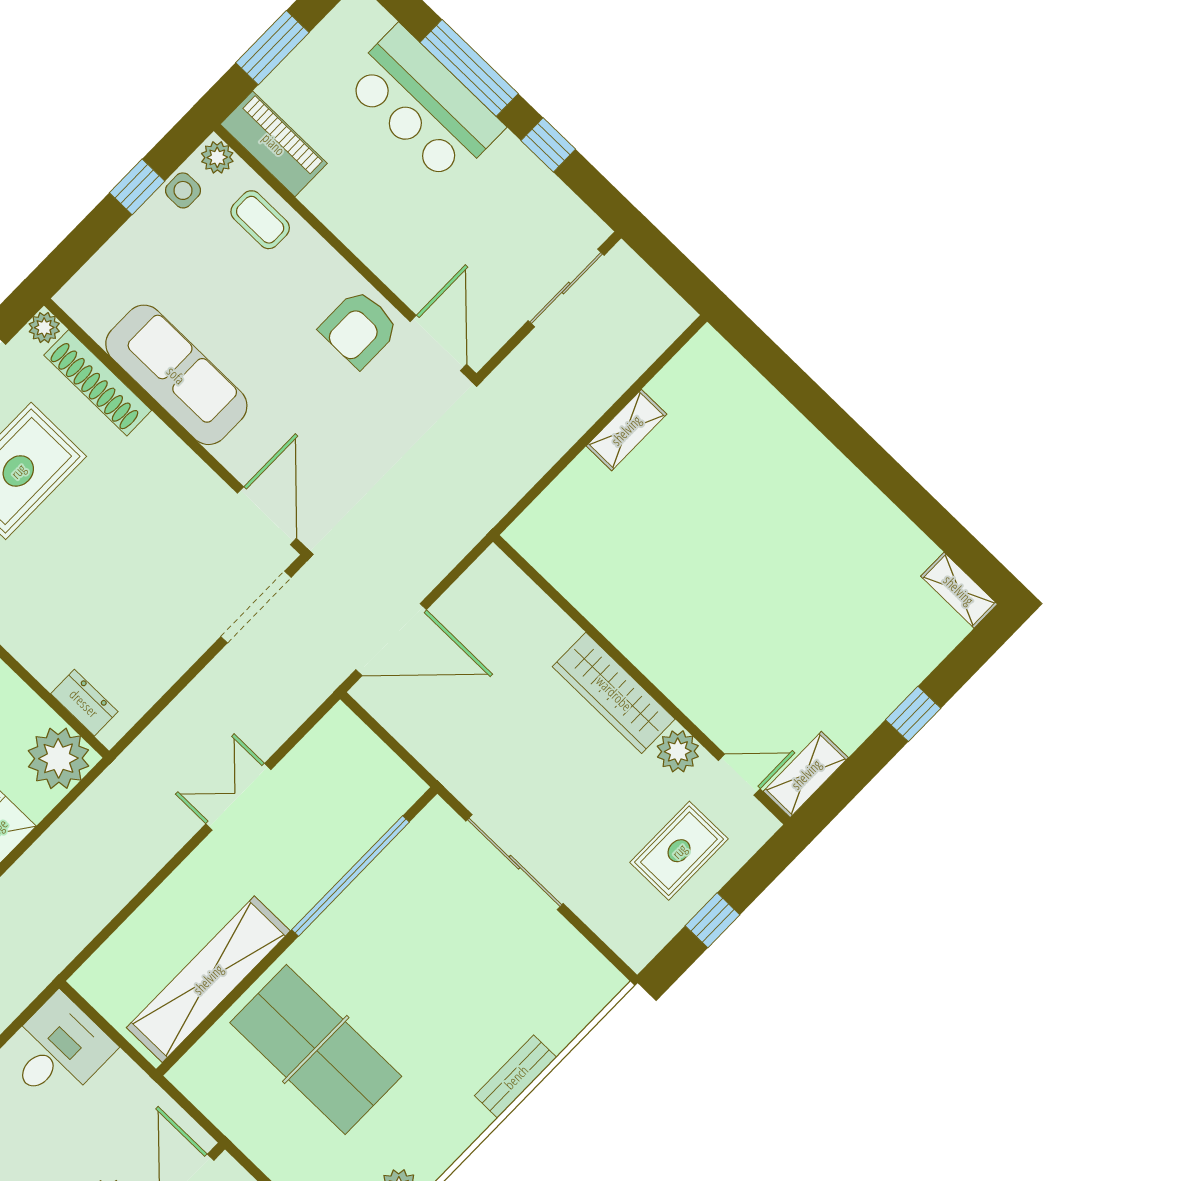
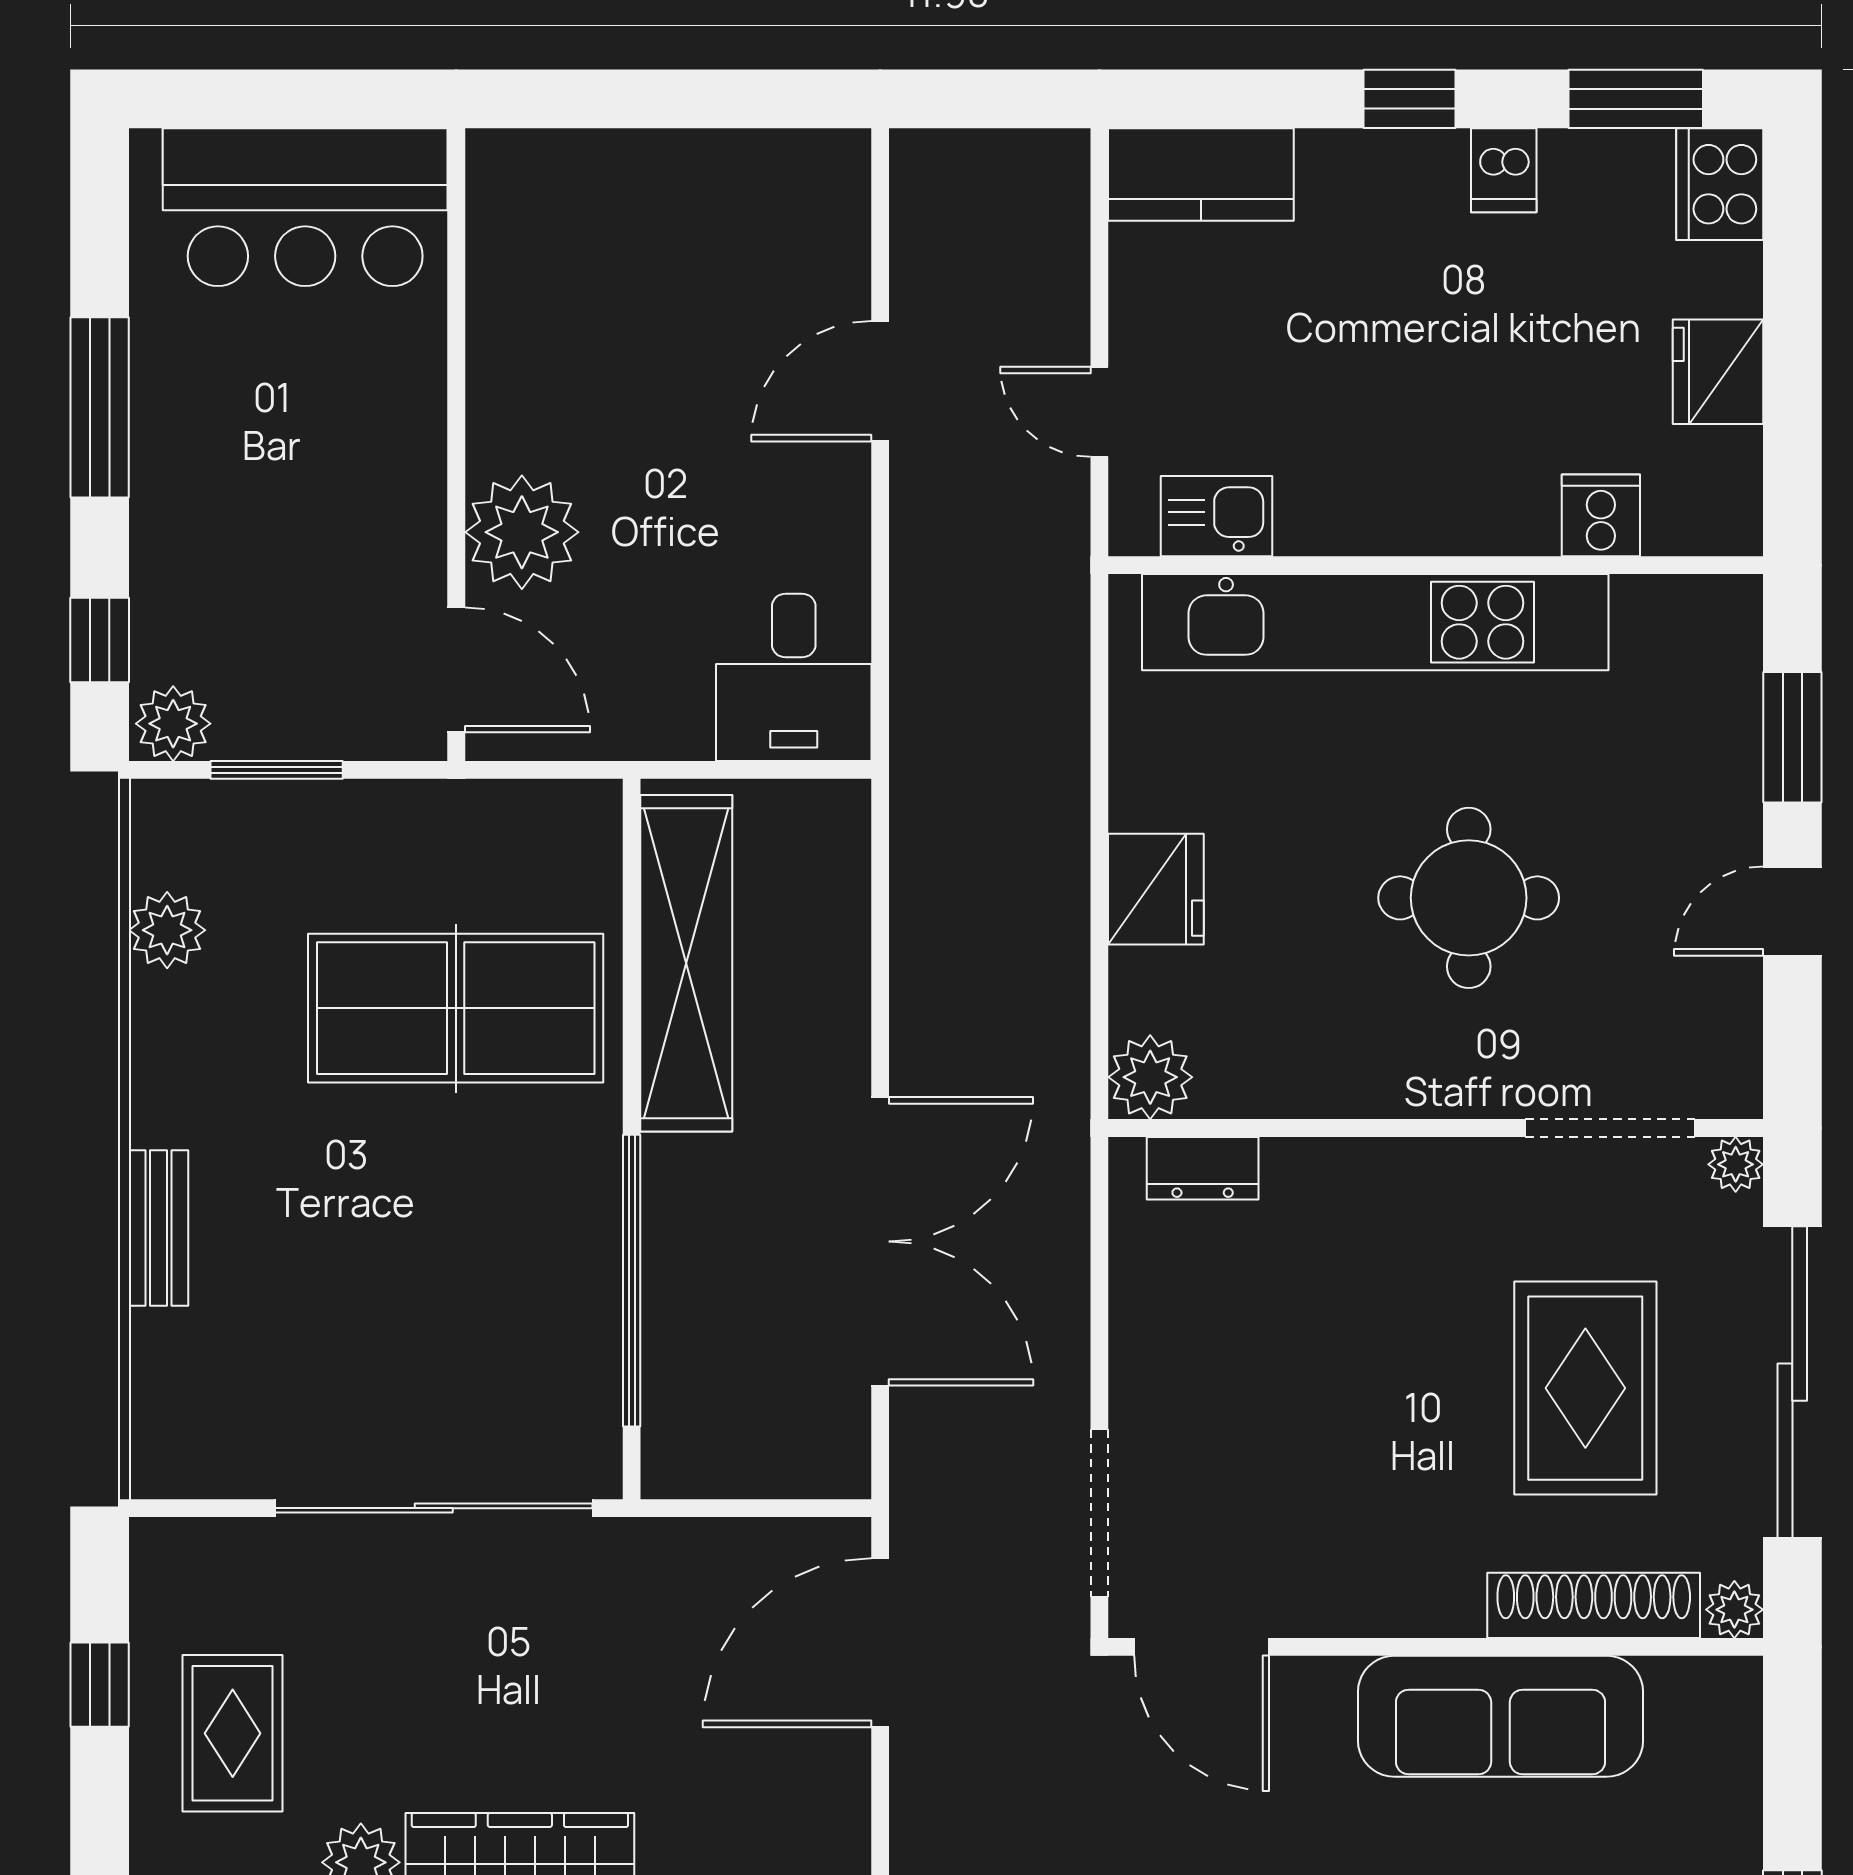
plant: (58, 758) -> (1150, 1077), width x0.73, depth x0.73
double door: (238, 797) -> (880, 1241), width x1.87
sliding door: (515, 862) -> (434, 1508), width x1.36

